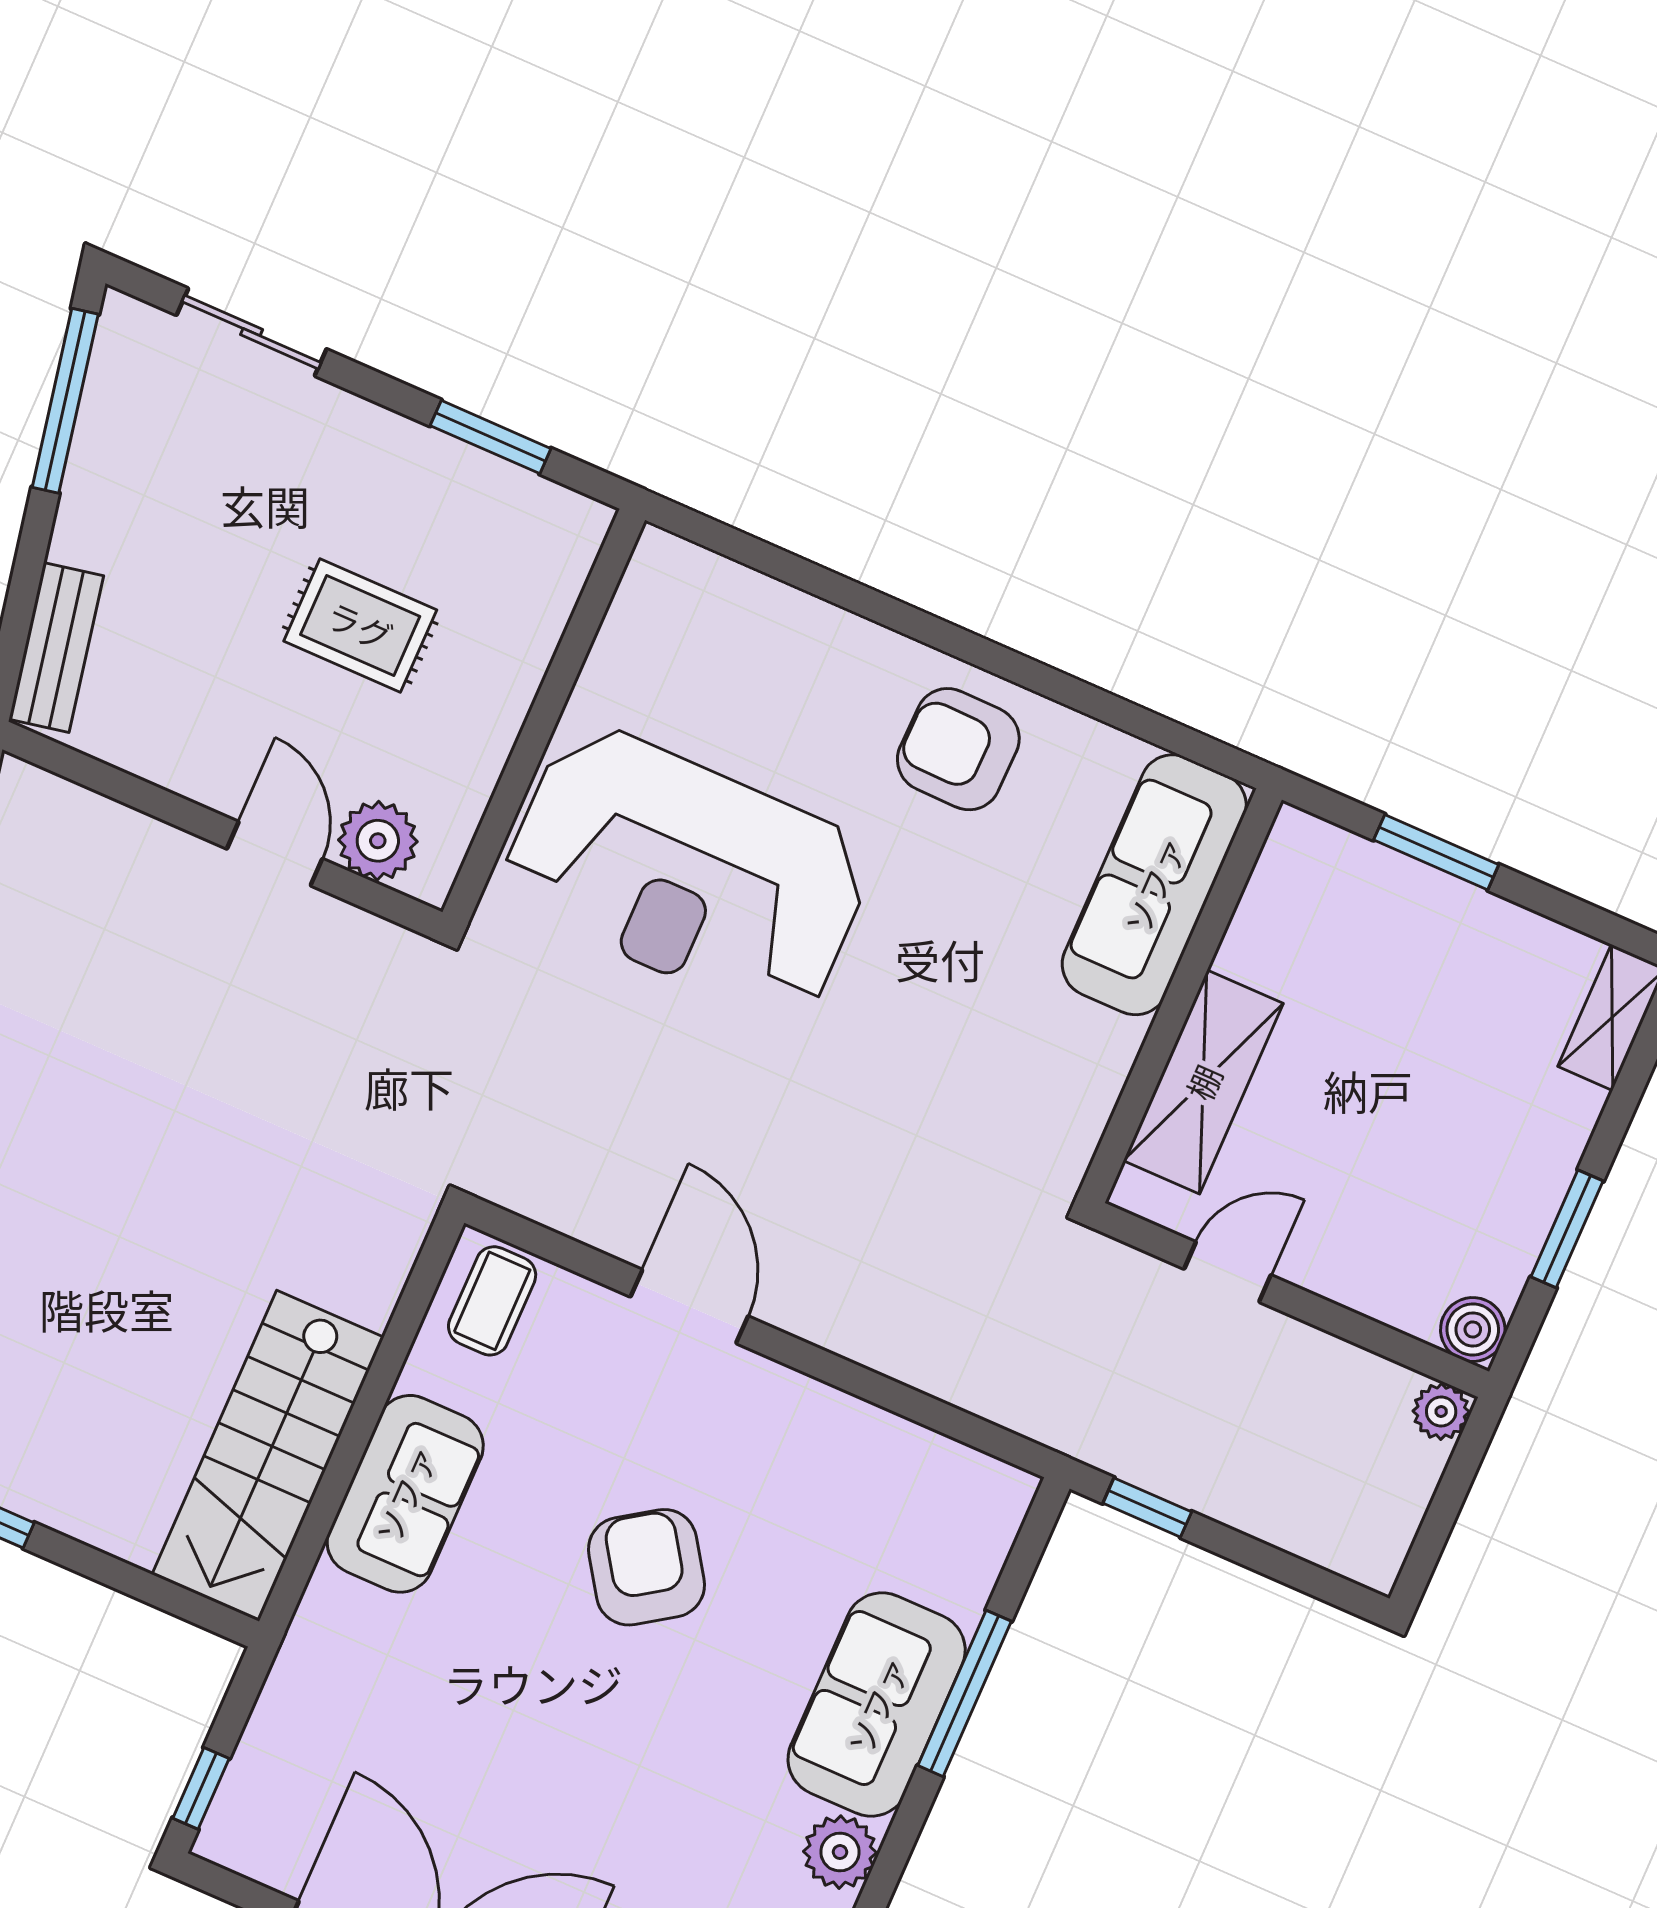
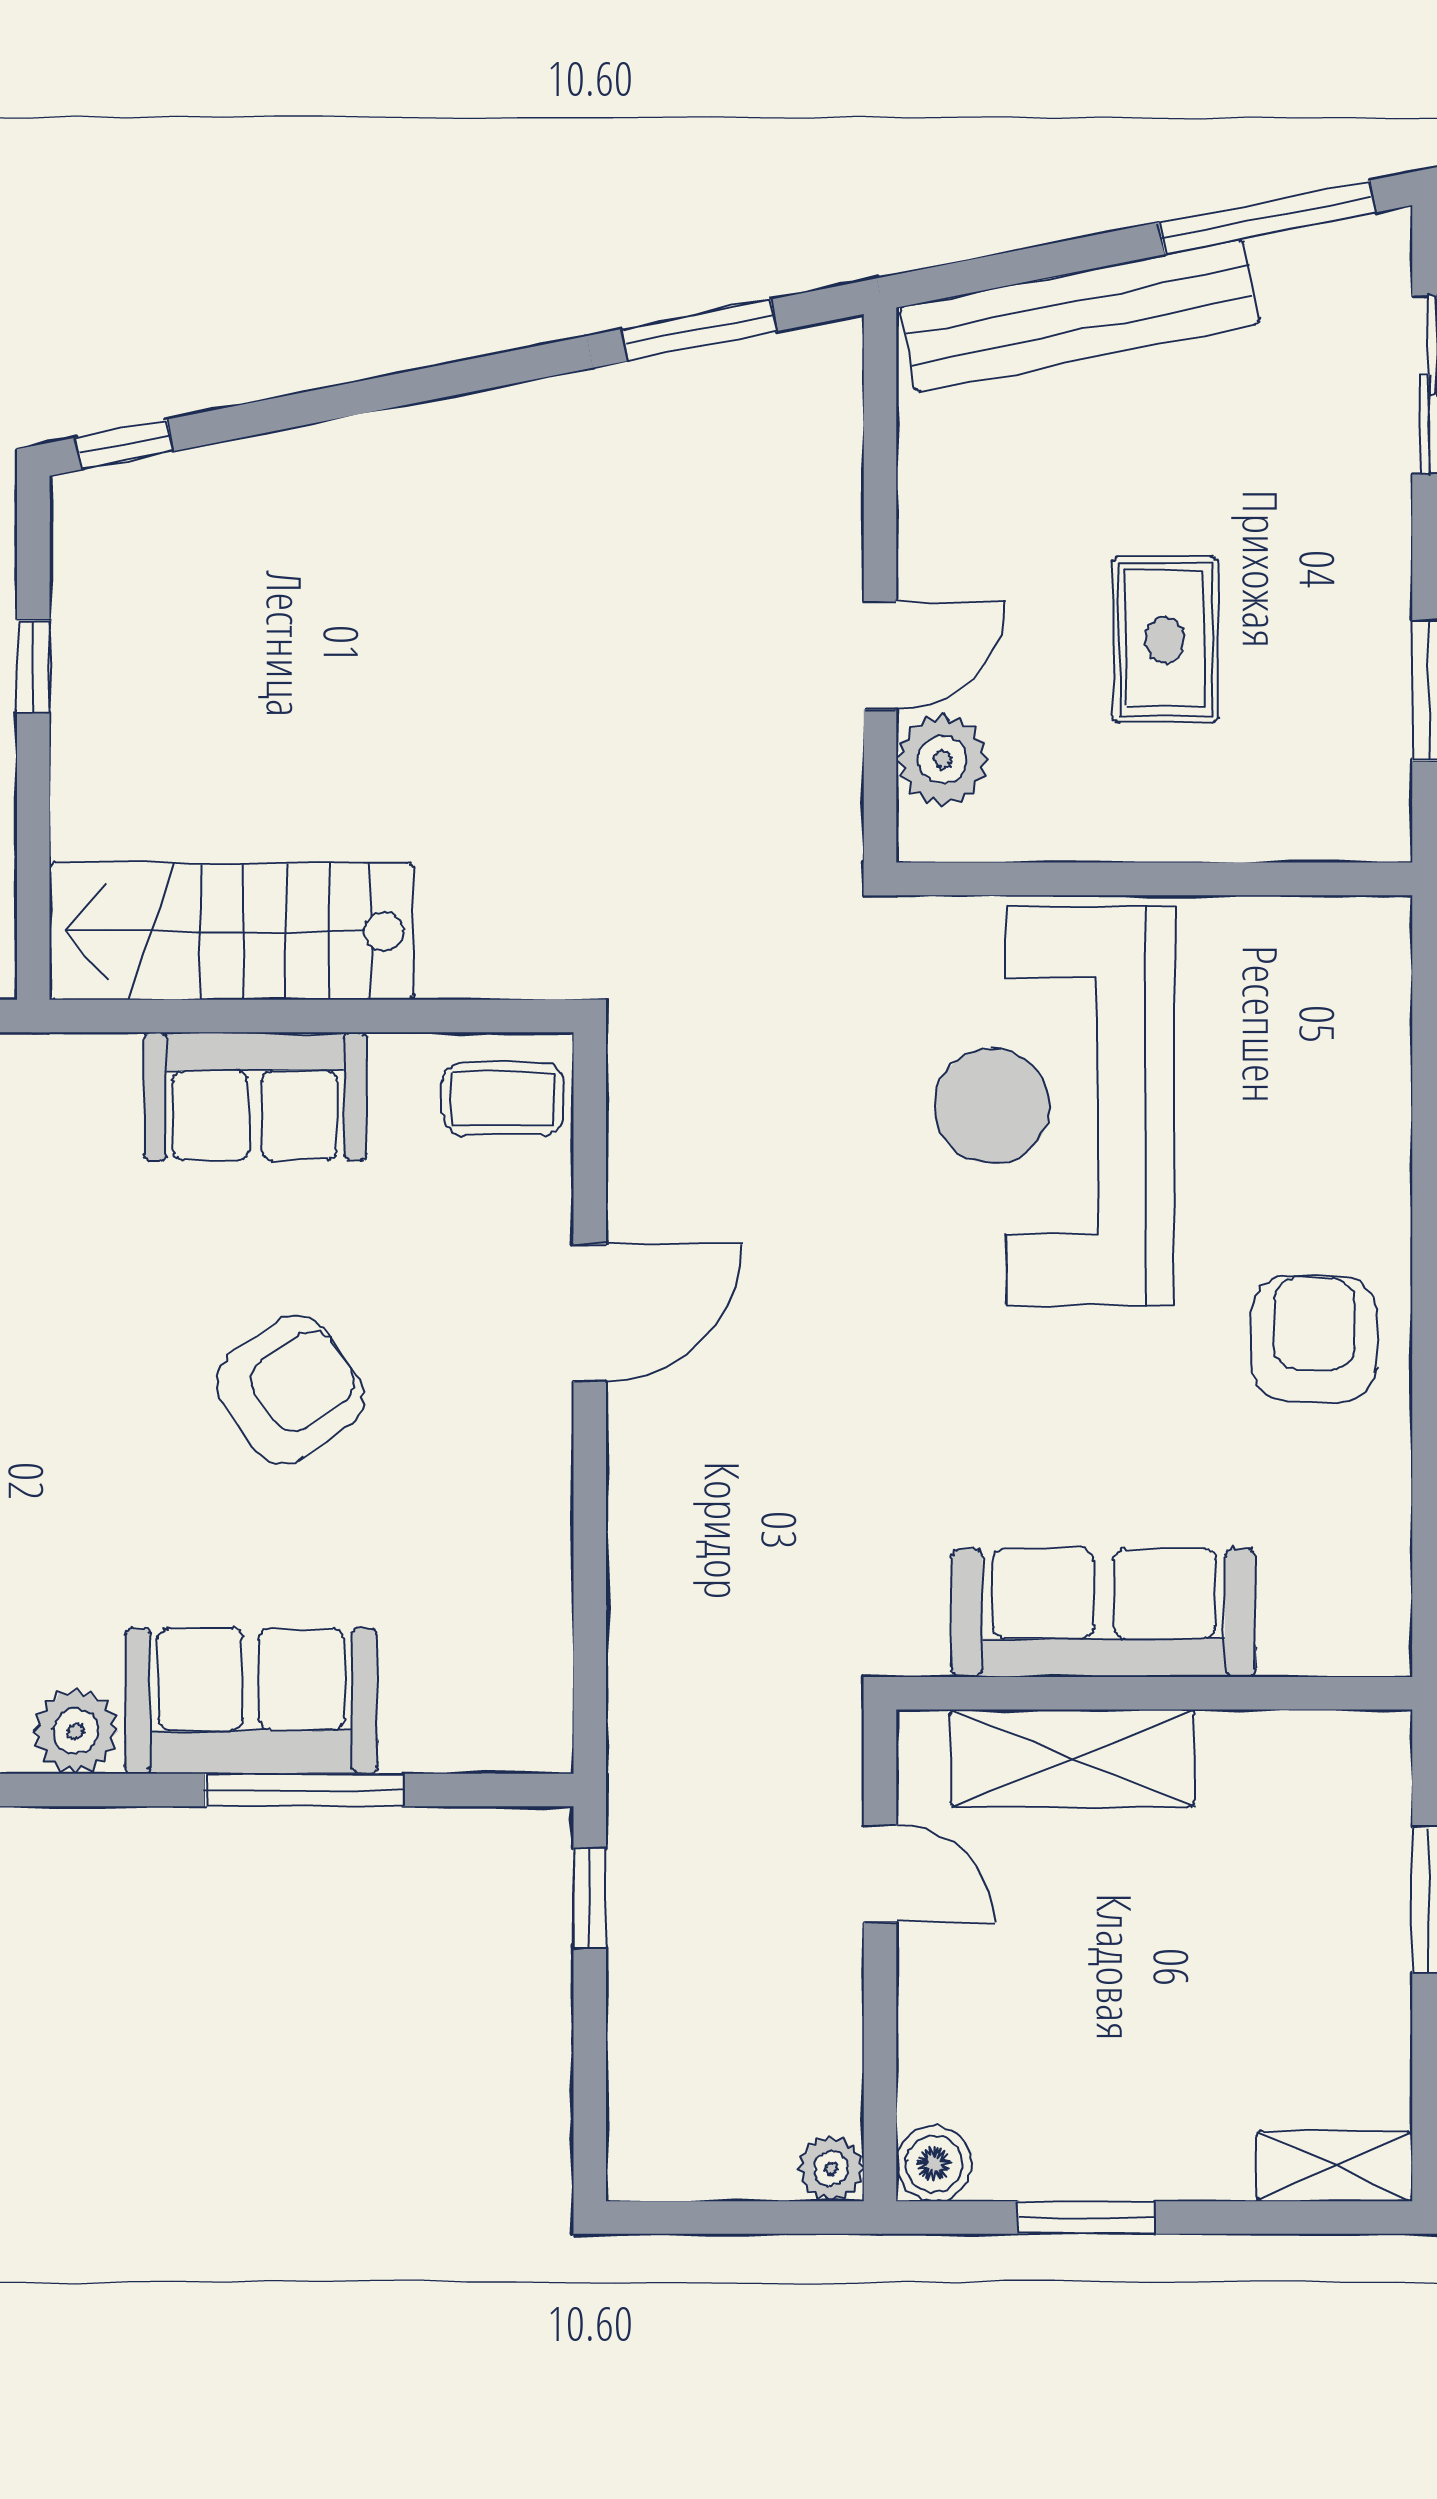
bench: (56, 648) -> (1079, 316), width x1.86, depth x1.21
sofa: (1154, 885) -> (1104, 1613), moved

